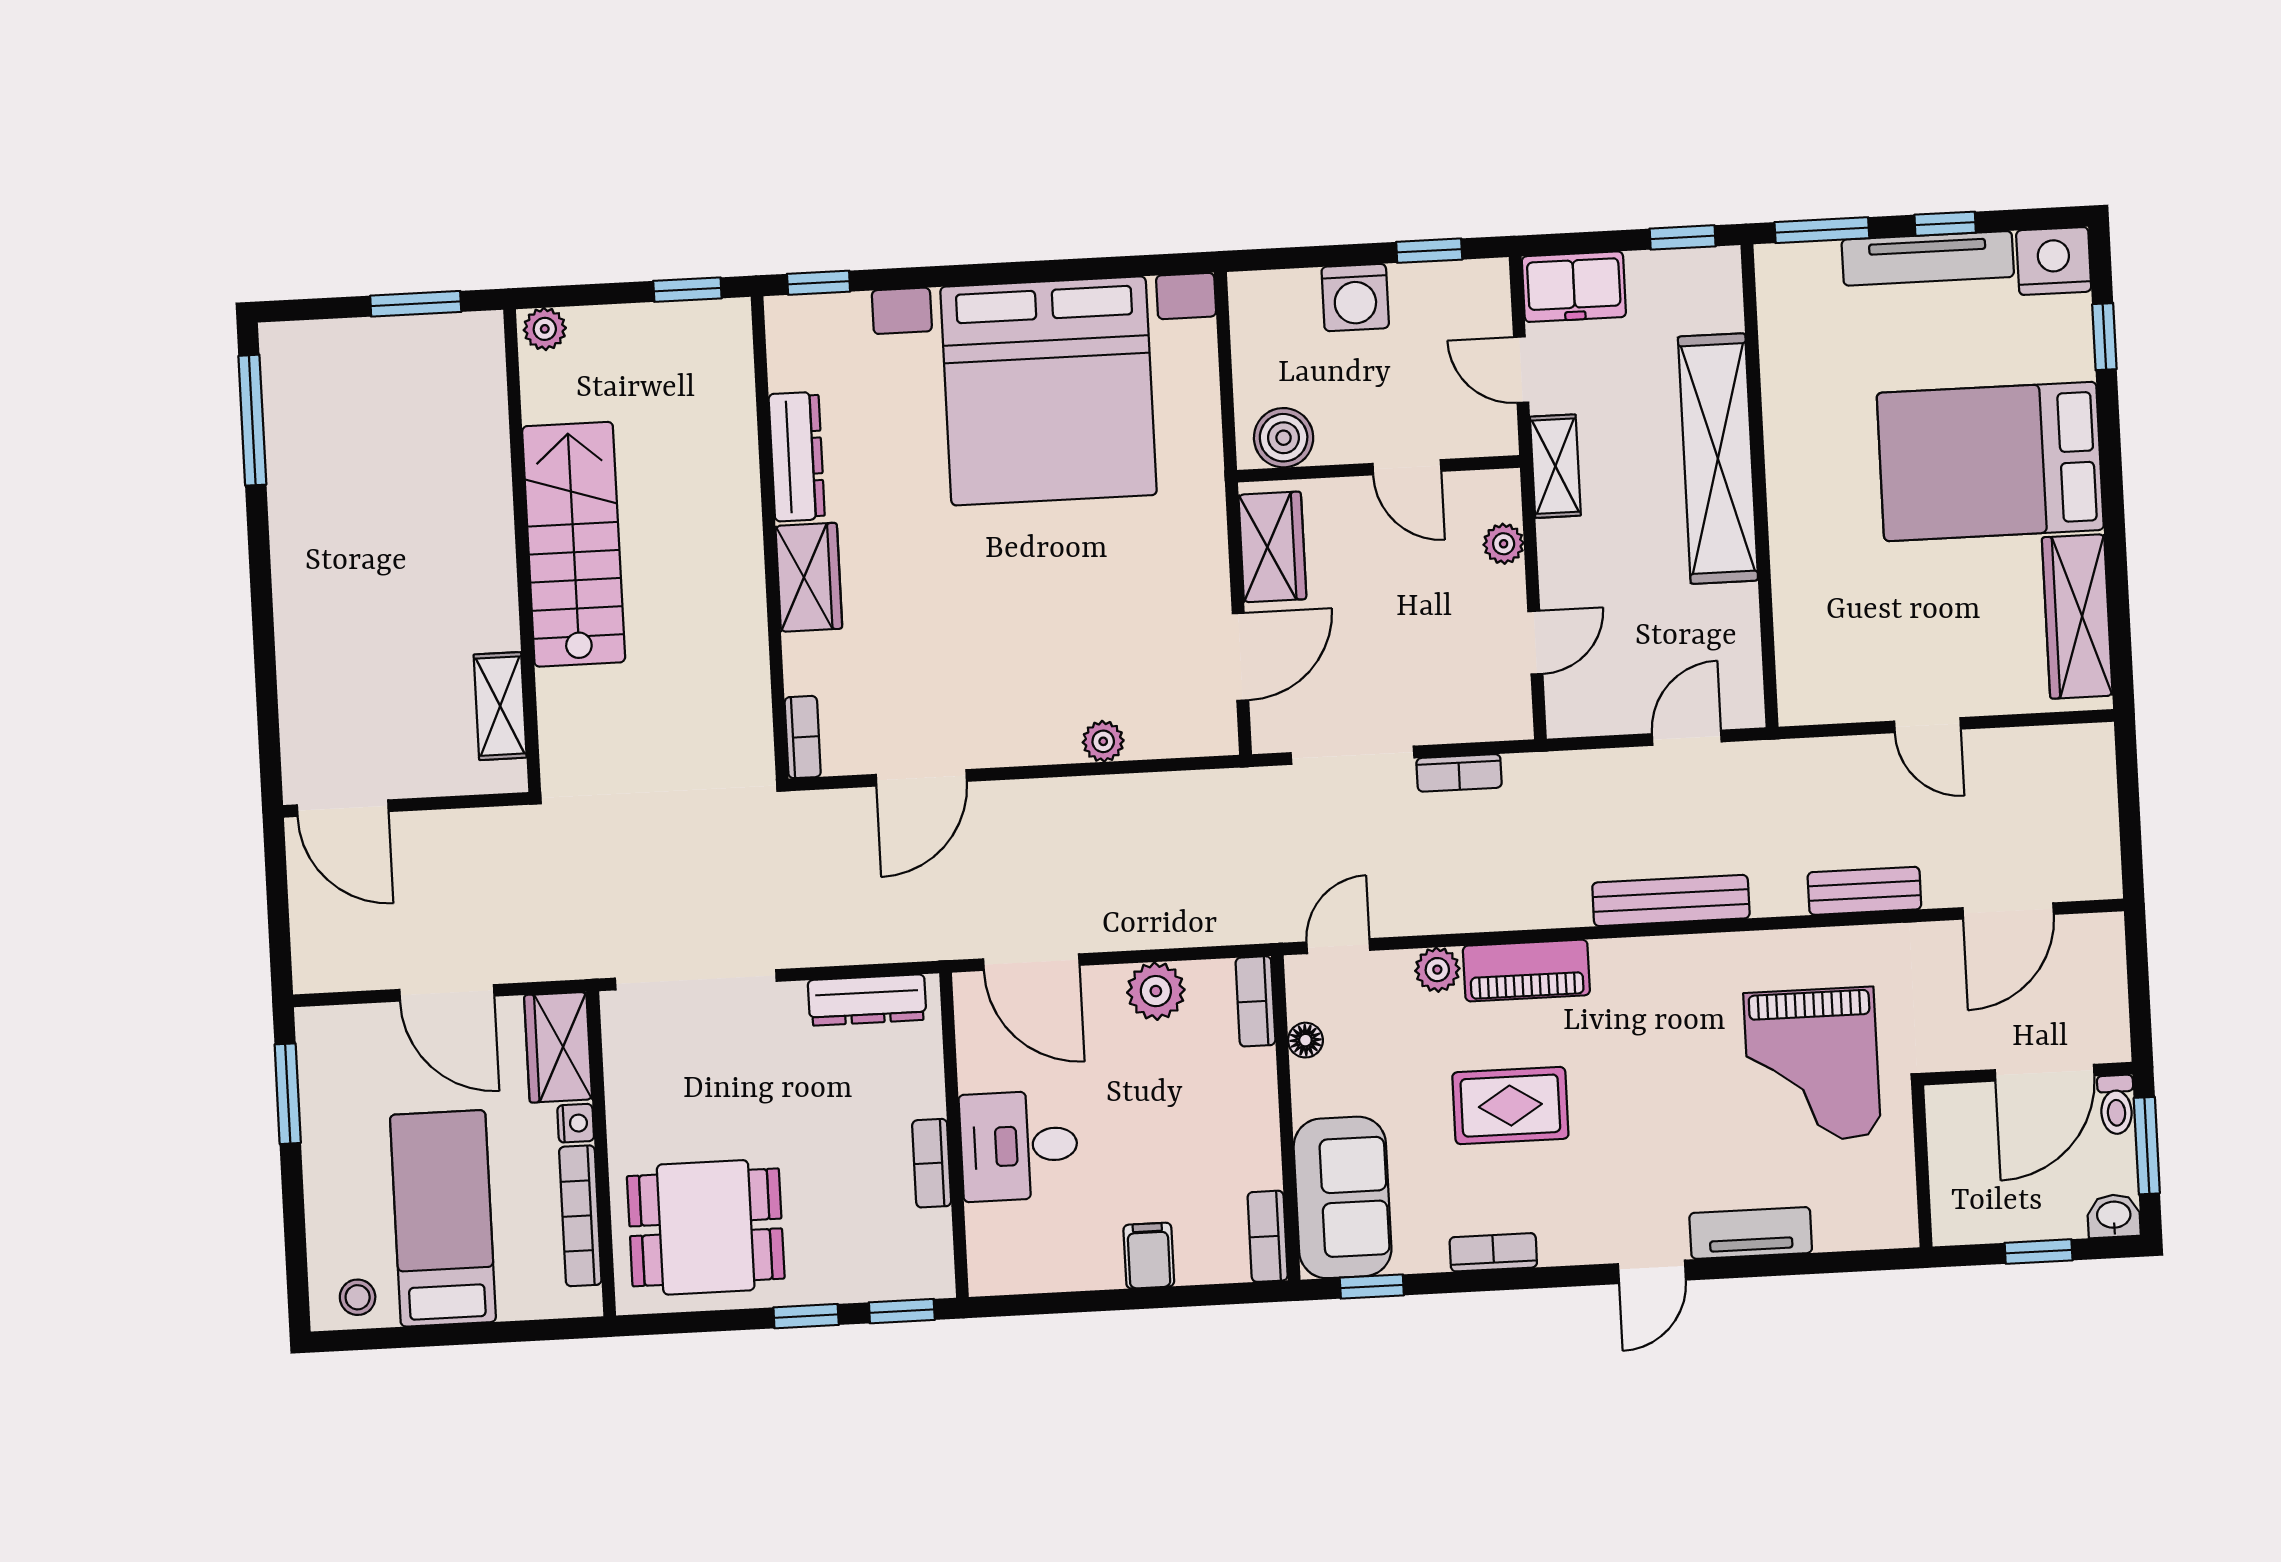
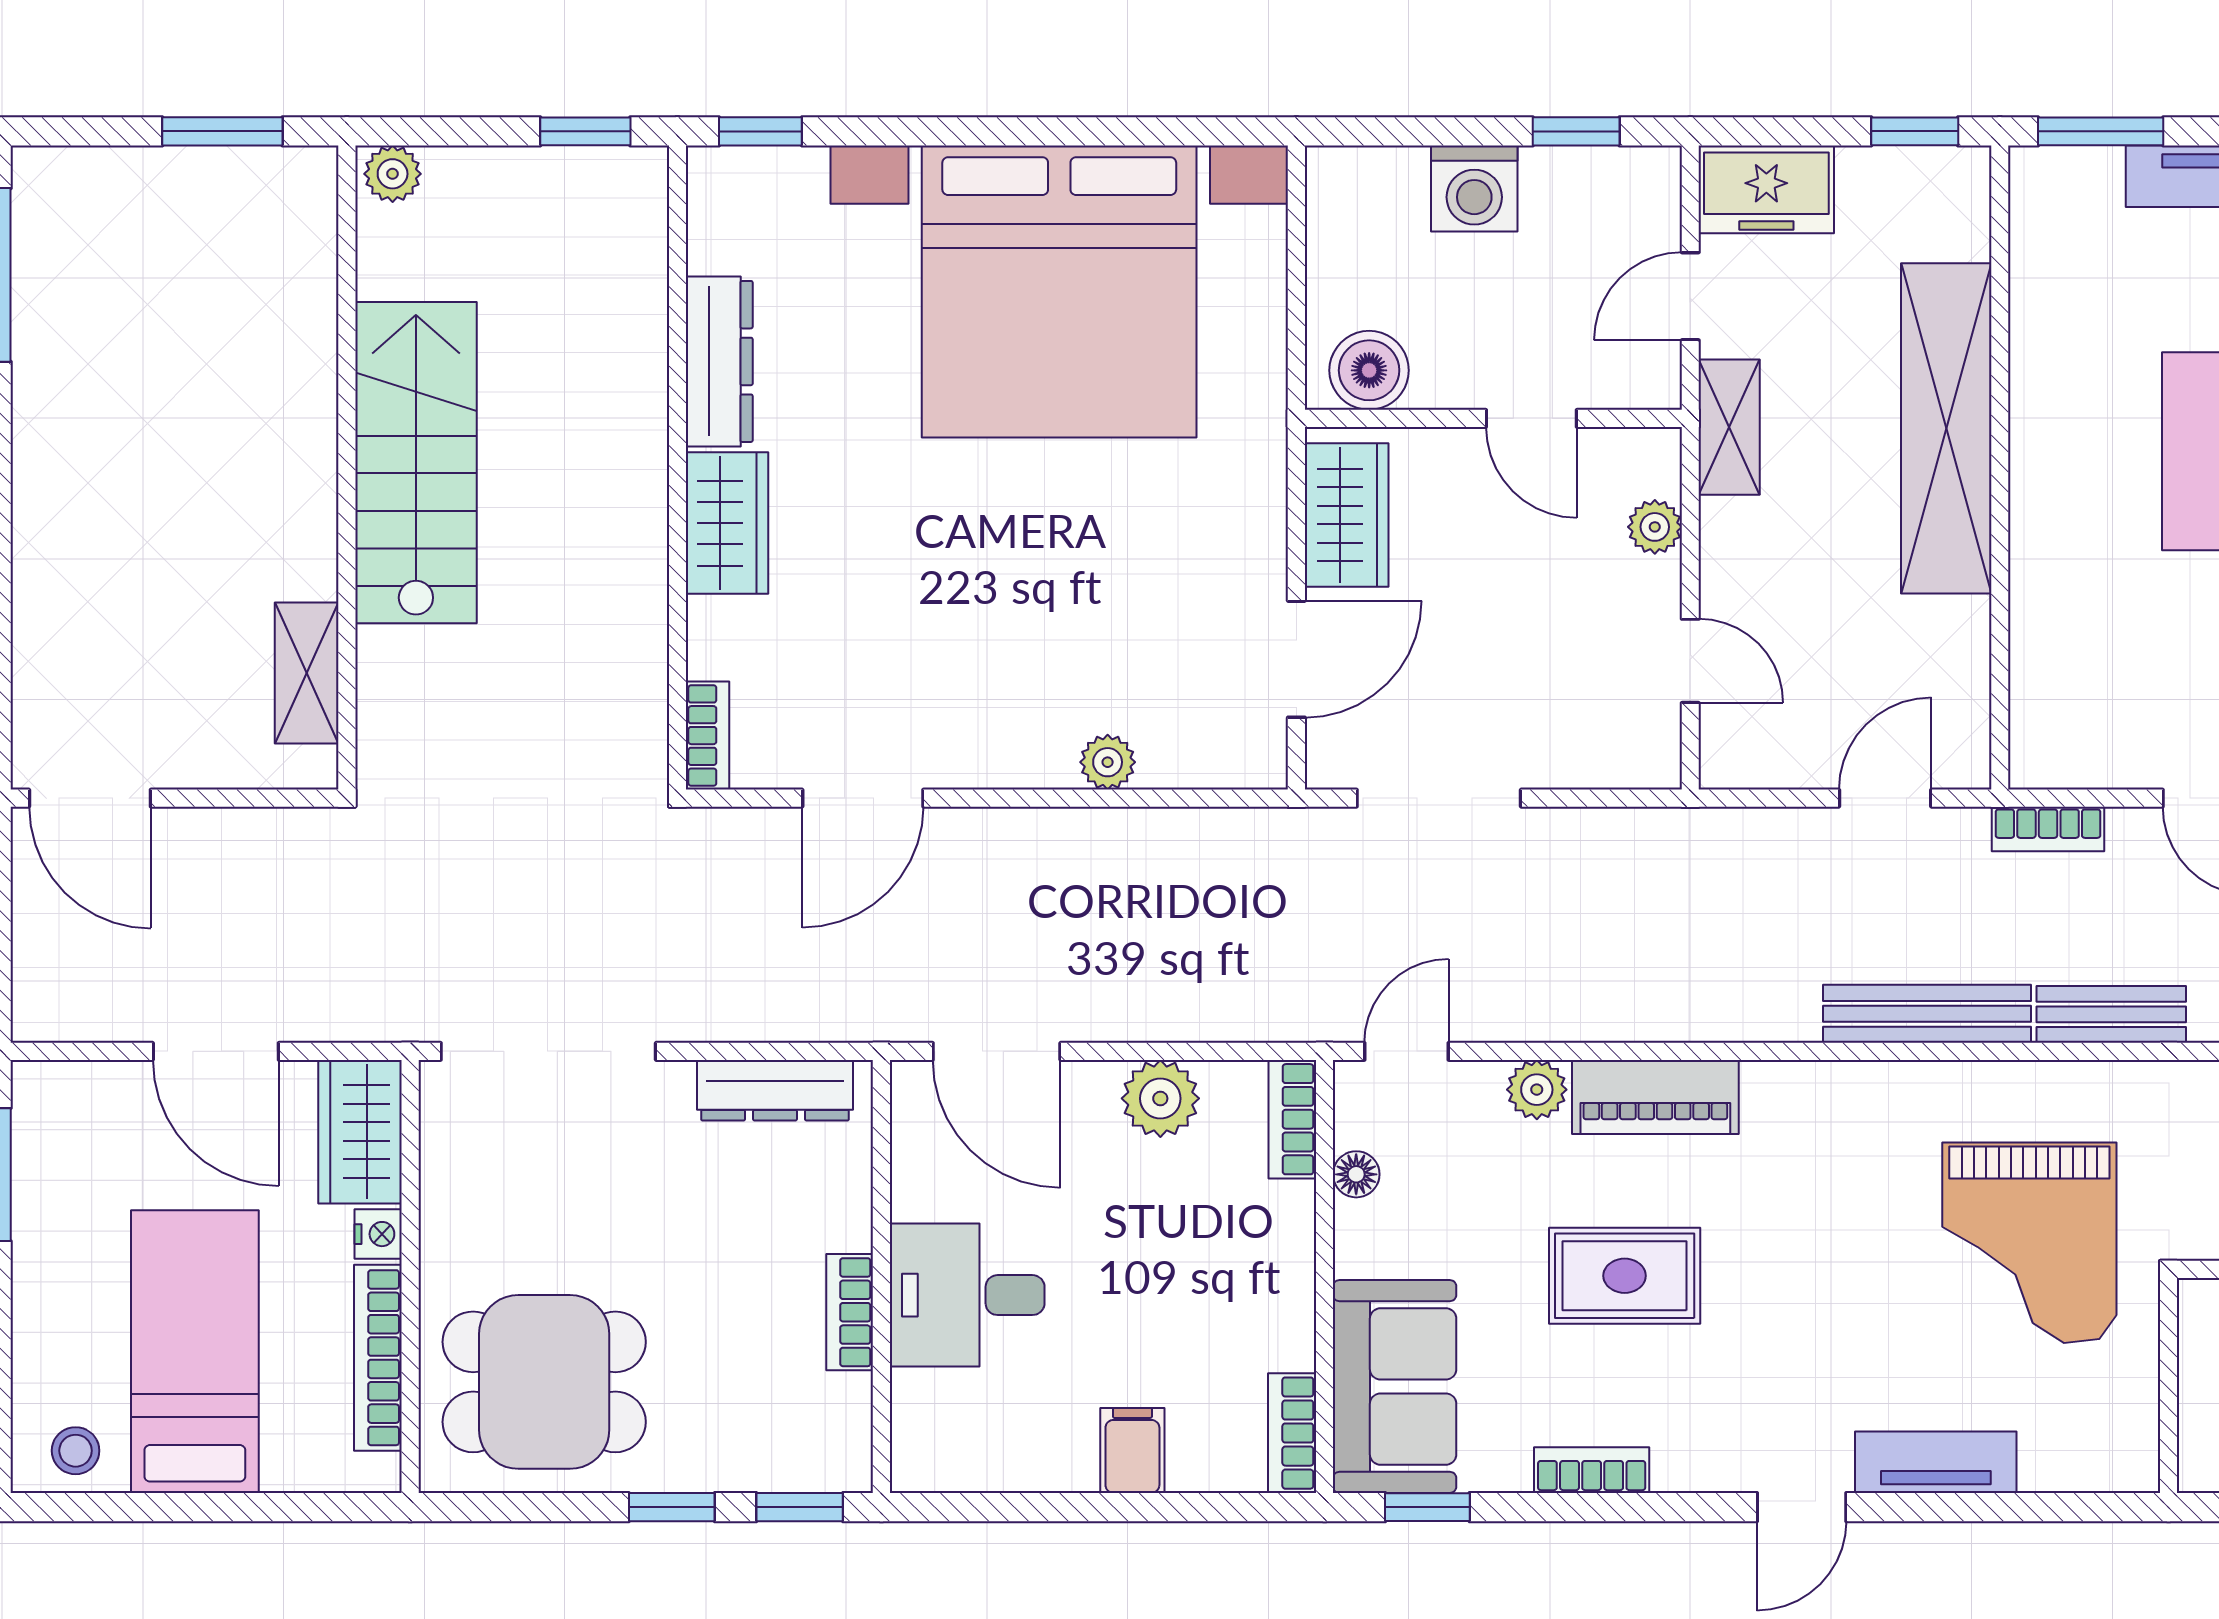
door: (1521, 370) -> (1690, 296), hinge flipped
door: (1535, 643) -> (1690, 661), hinge flipped
bookcase: (1459, 773) -> (2048, 829), moved
bench: (1671, 900) -> (1927, 1014), moved

